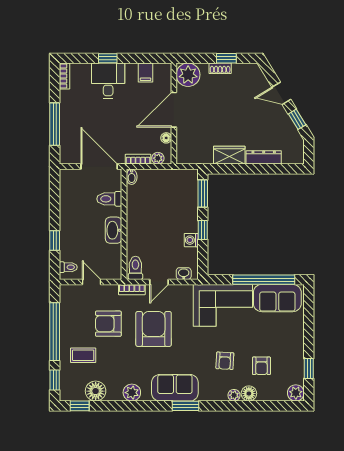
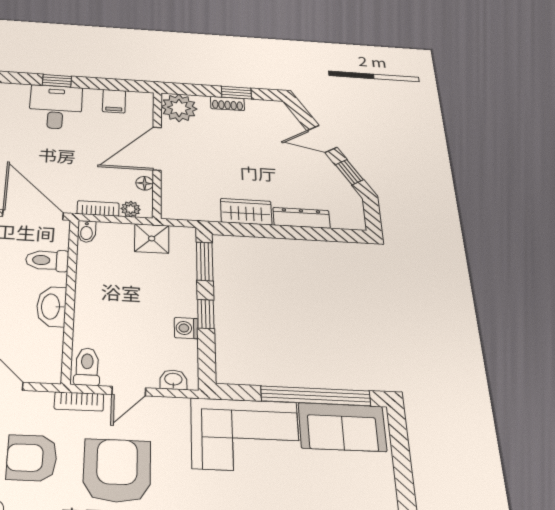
shower: (171, 179) -> (152, 239), added

